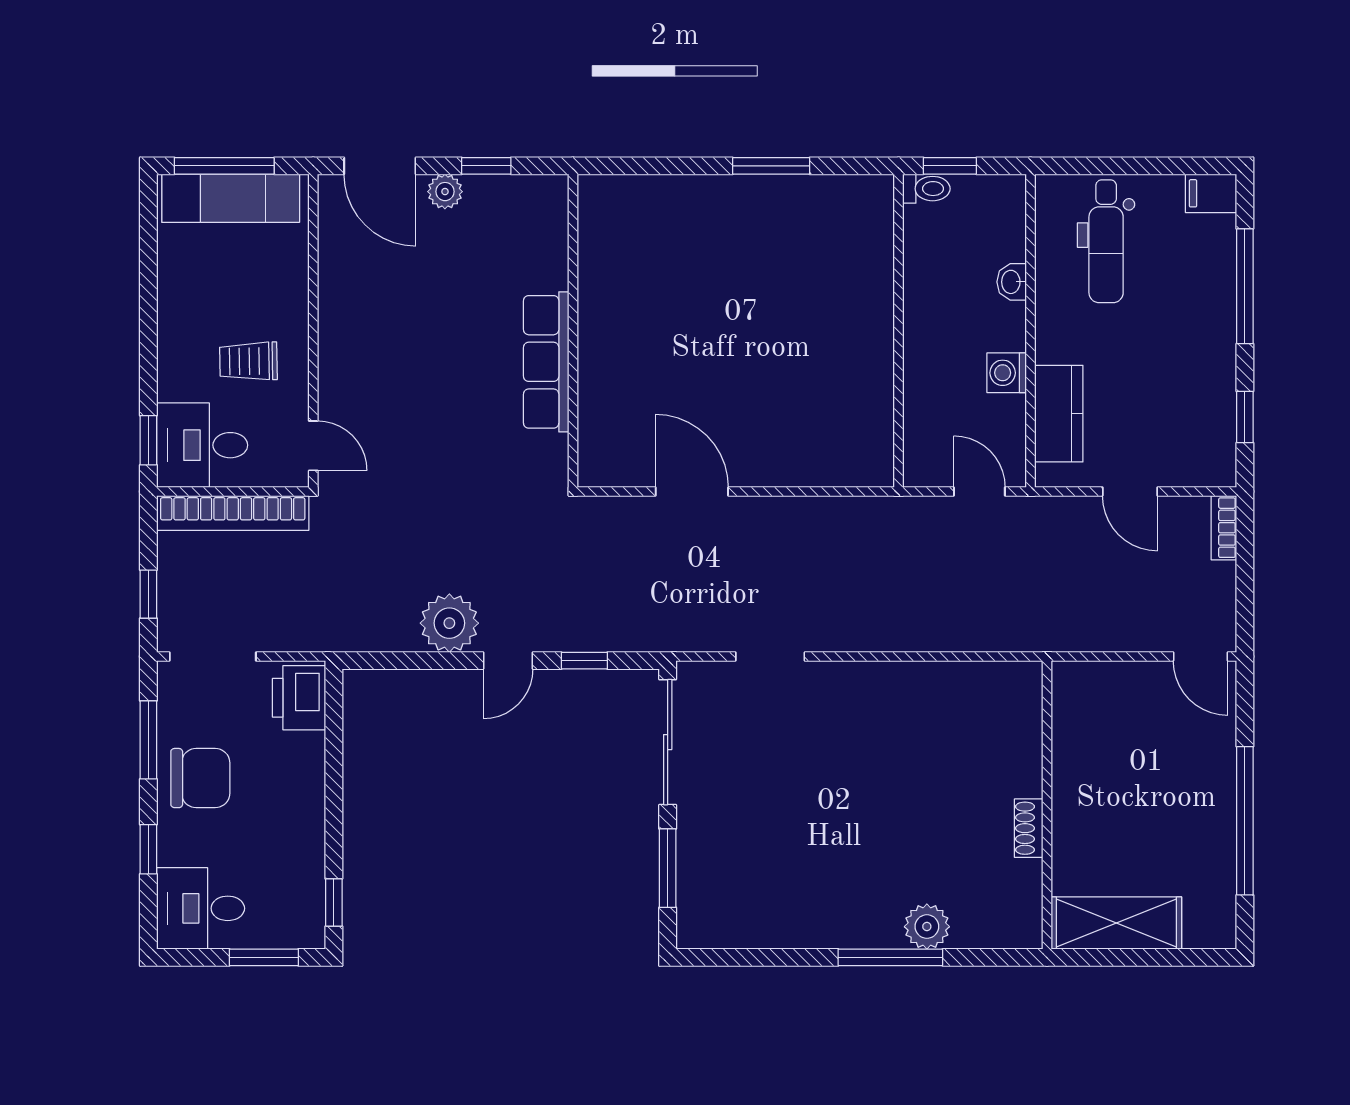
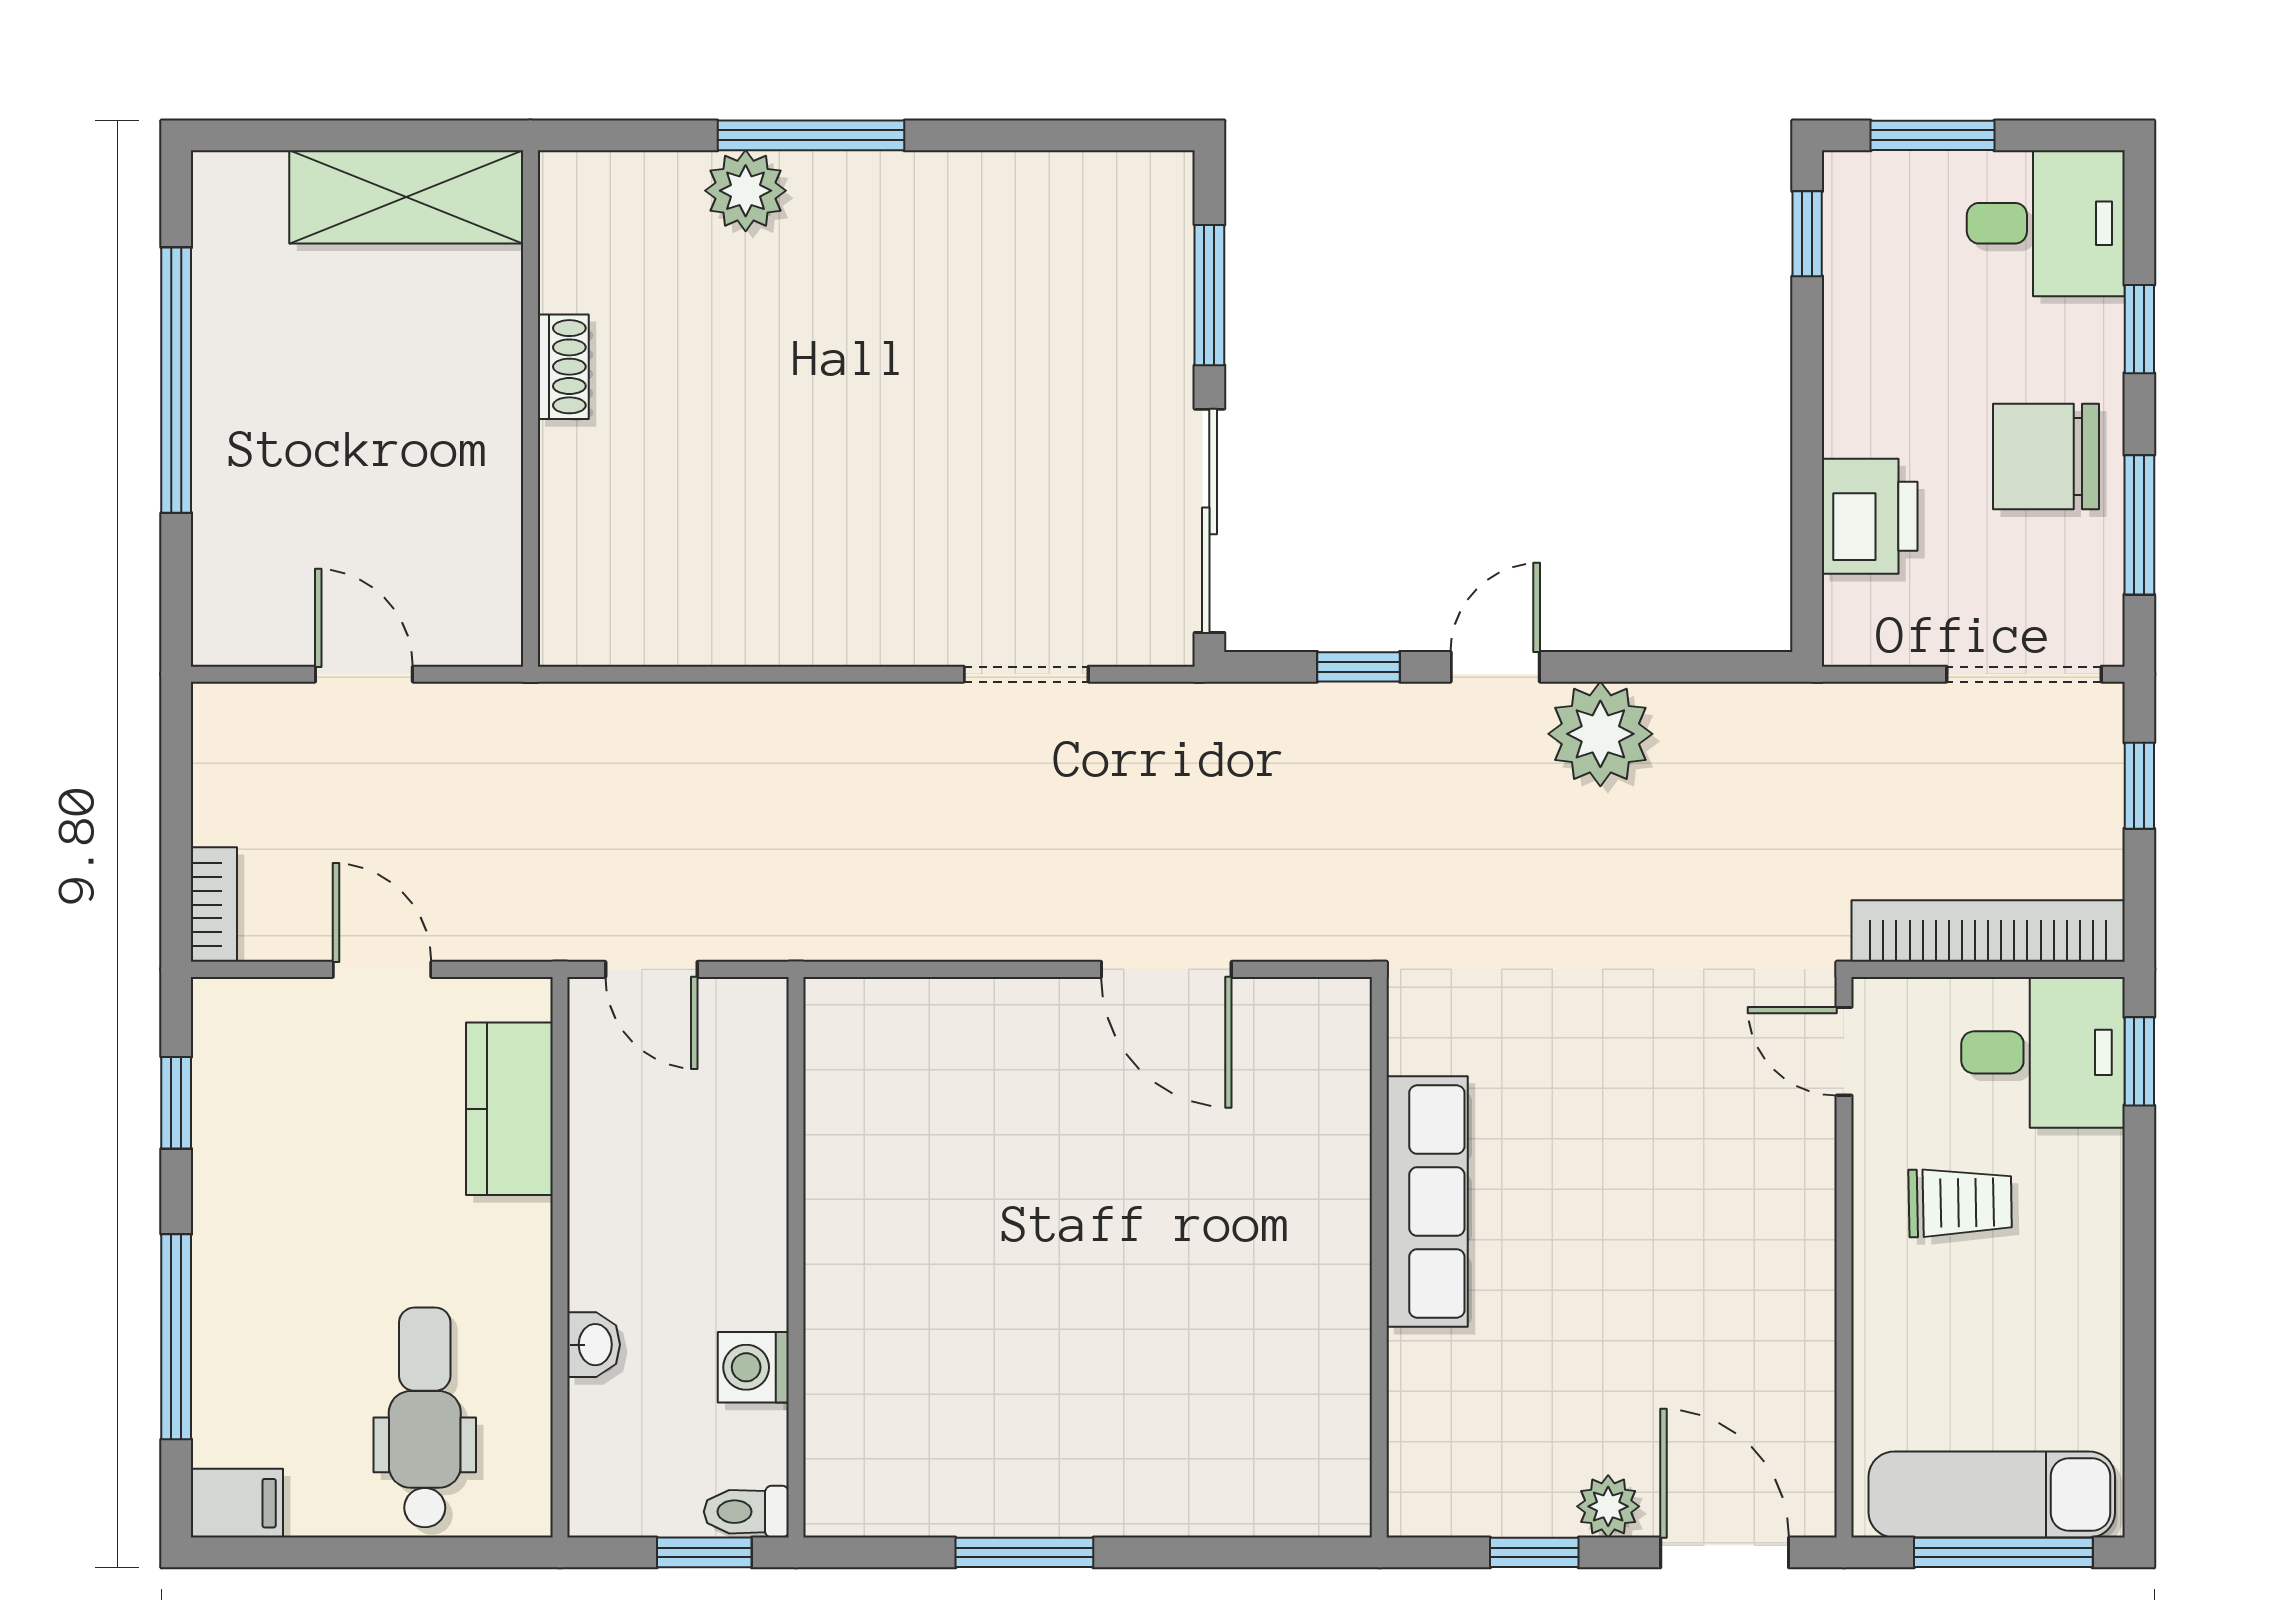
washing machine: (1007, 373) -> (753, 1367), moved, turned 180
door: (1200, 656) -> (364, 674), moved
printer: (299, 698) -> (1870, 516), moved

